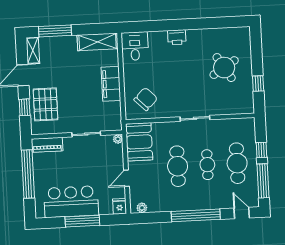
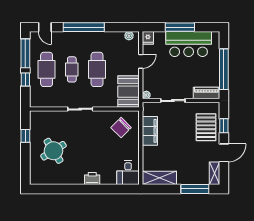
filing cabinet: (111, 84) -> (150, 131), moved

